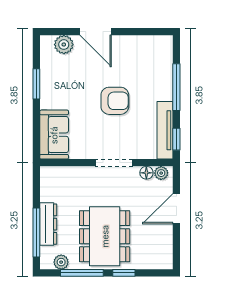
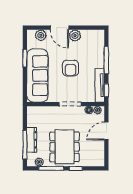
plant: (122, 45) -> (75, 36), added
armchair: (115, 101) -> (71, 68), turned 90
sofa: (54, 135) -> (37, 76), width x1.85, depth x1.27

